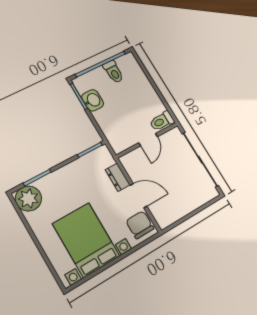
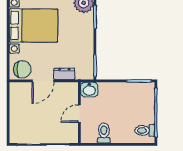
toilet: (113, 72) -> (145, 130), moved
washbasin: (93, 100) -> (89, 90), moved
toilet: (162, 121) -> (104, 133), moved
door: (148, 140) -> (79, 114), hinge flipped

